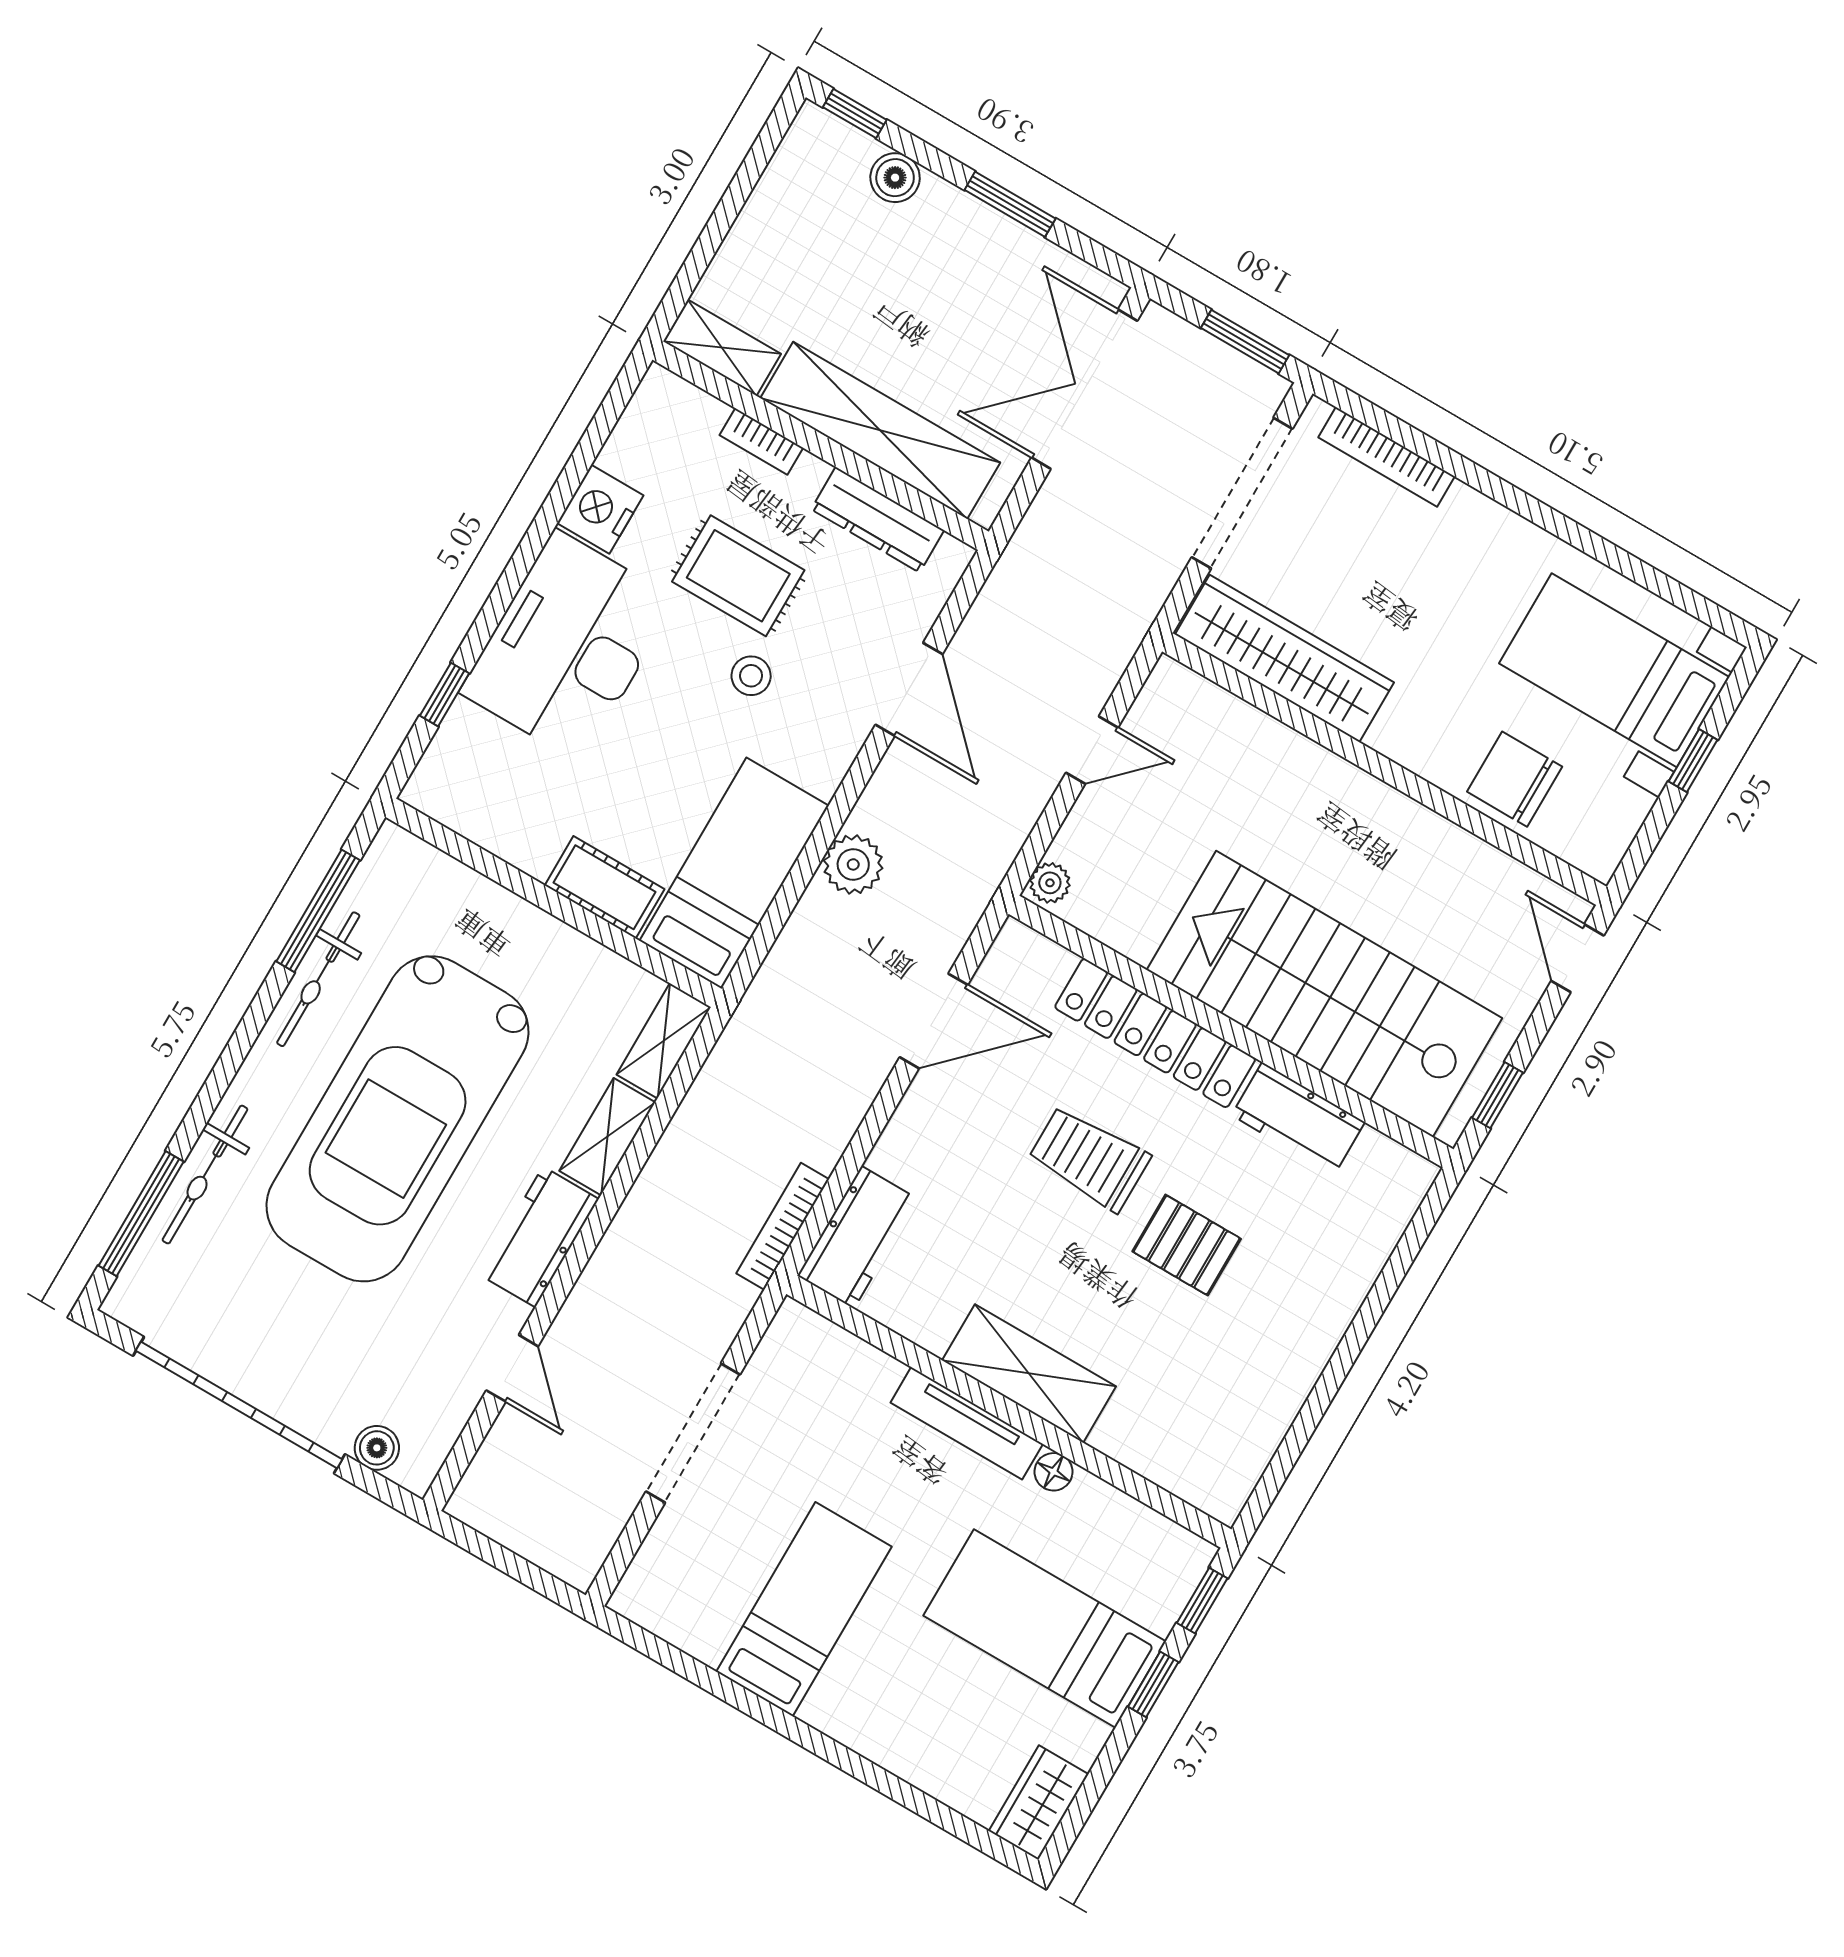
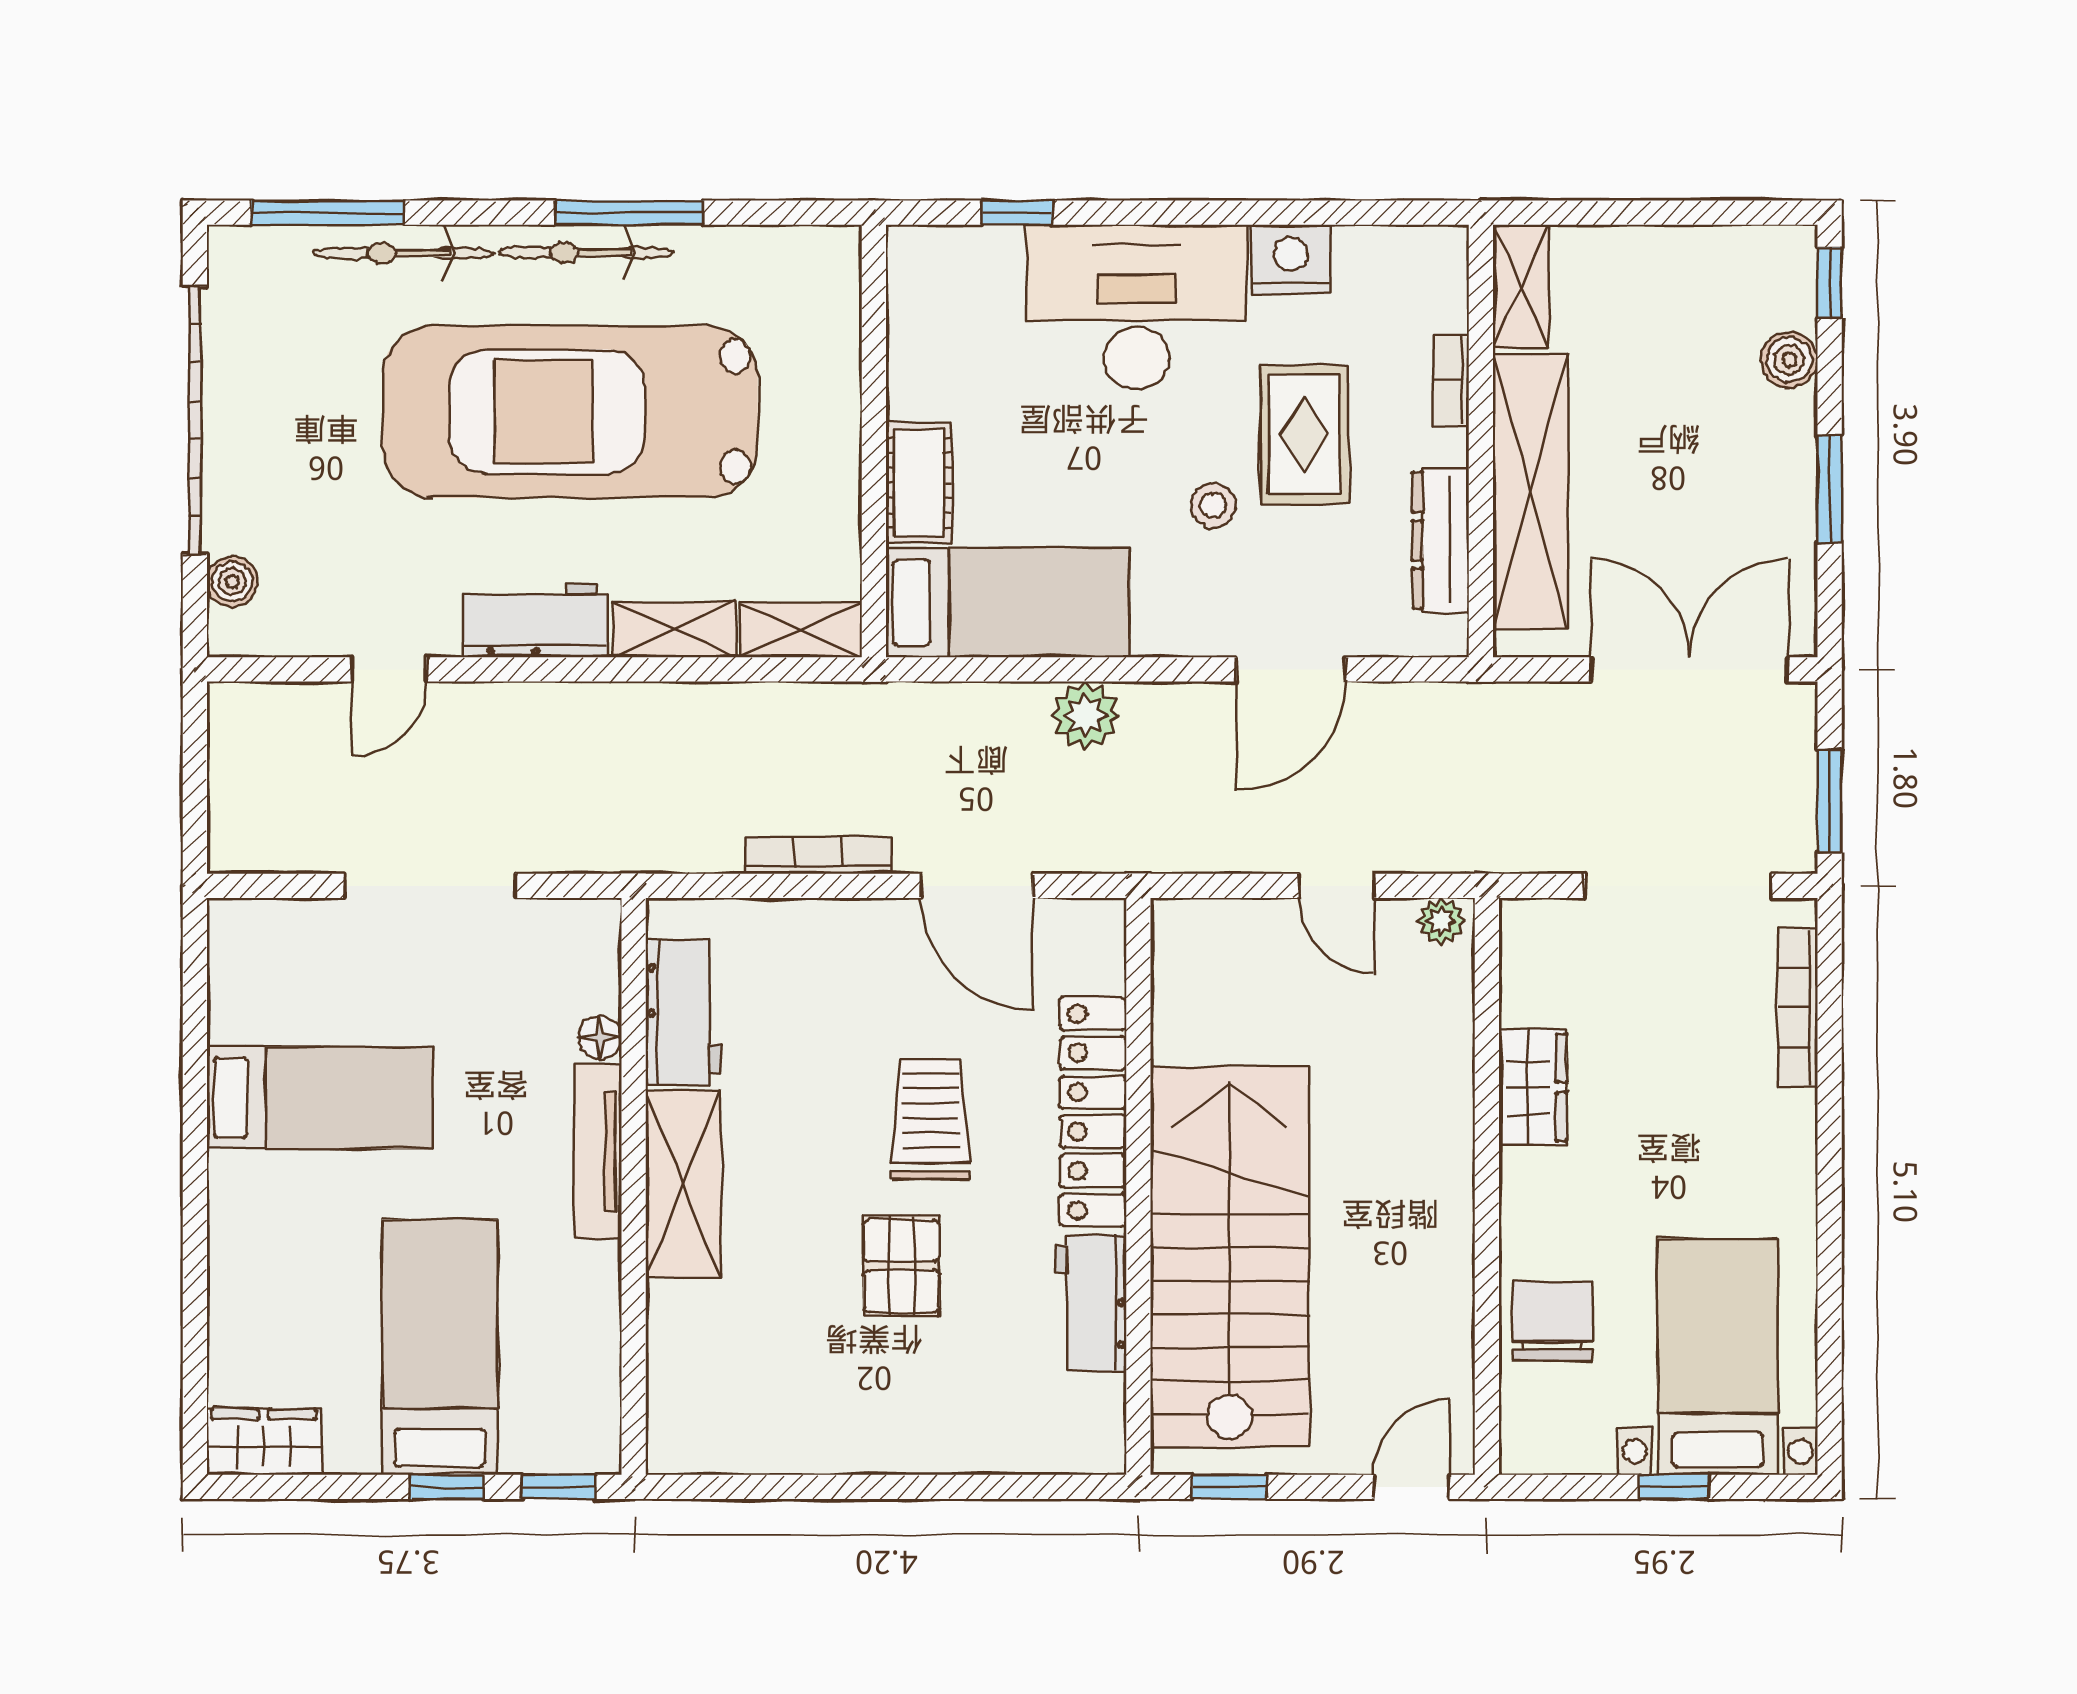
wardrobe: (1284, 658) -> (1533, 1088), width x0.48, depth x0.85
plant: (1050, 883) -> (1441, 921), moved
window: (318, 911) -> (629, 213), moved
bicycle: (318, 979) -> (586, 252), moved
bookcase: (783, 1226) -> (818, 855), moved
workbench: (858, 1237) -> (683, 1012), moved, turned -90
floor lamp: (1054, 1472) -> (600, 1037), moved

